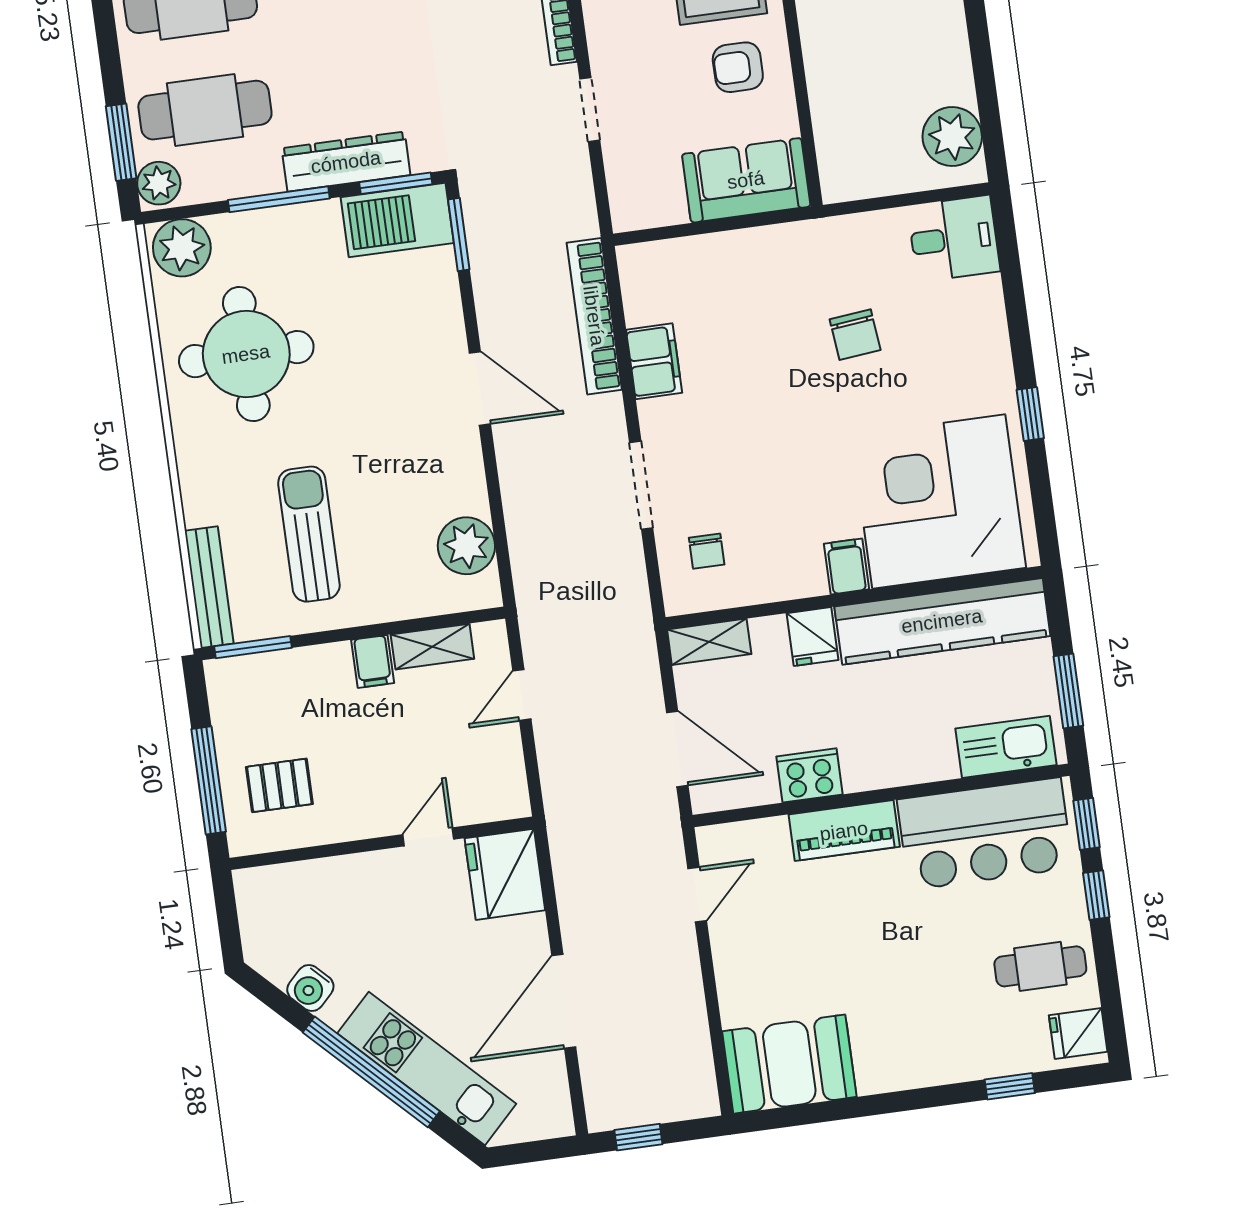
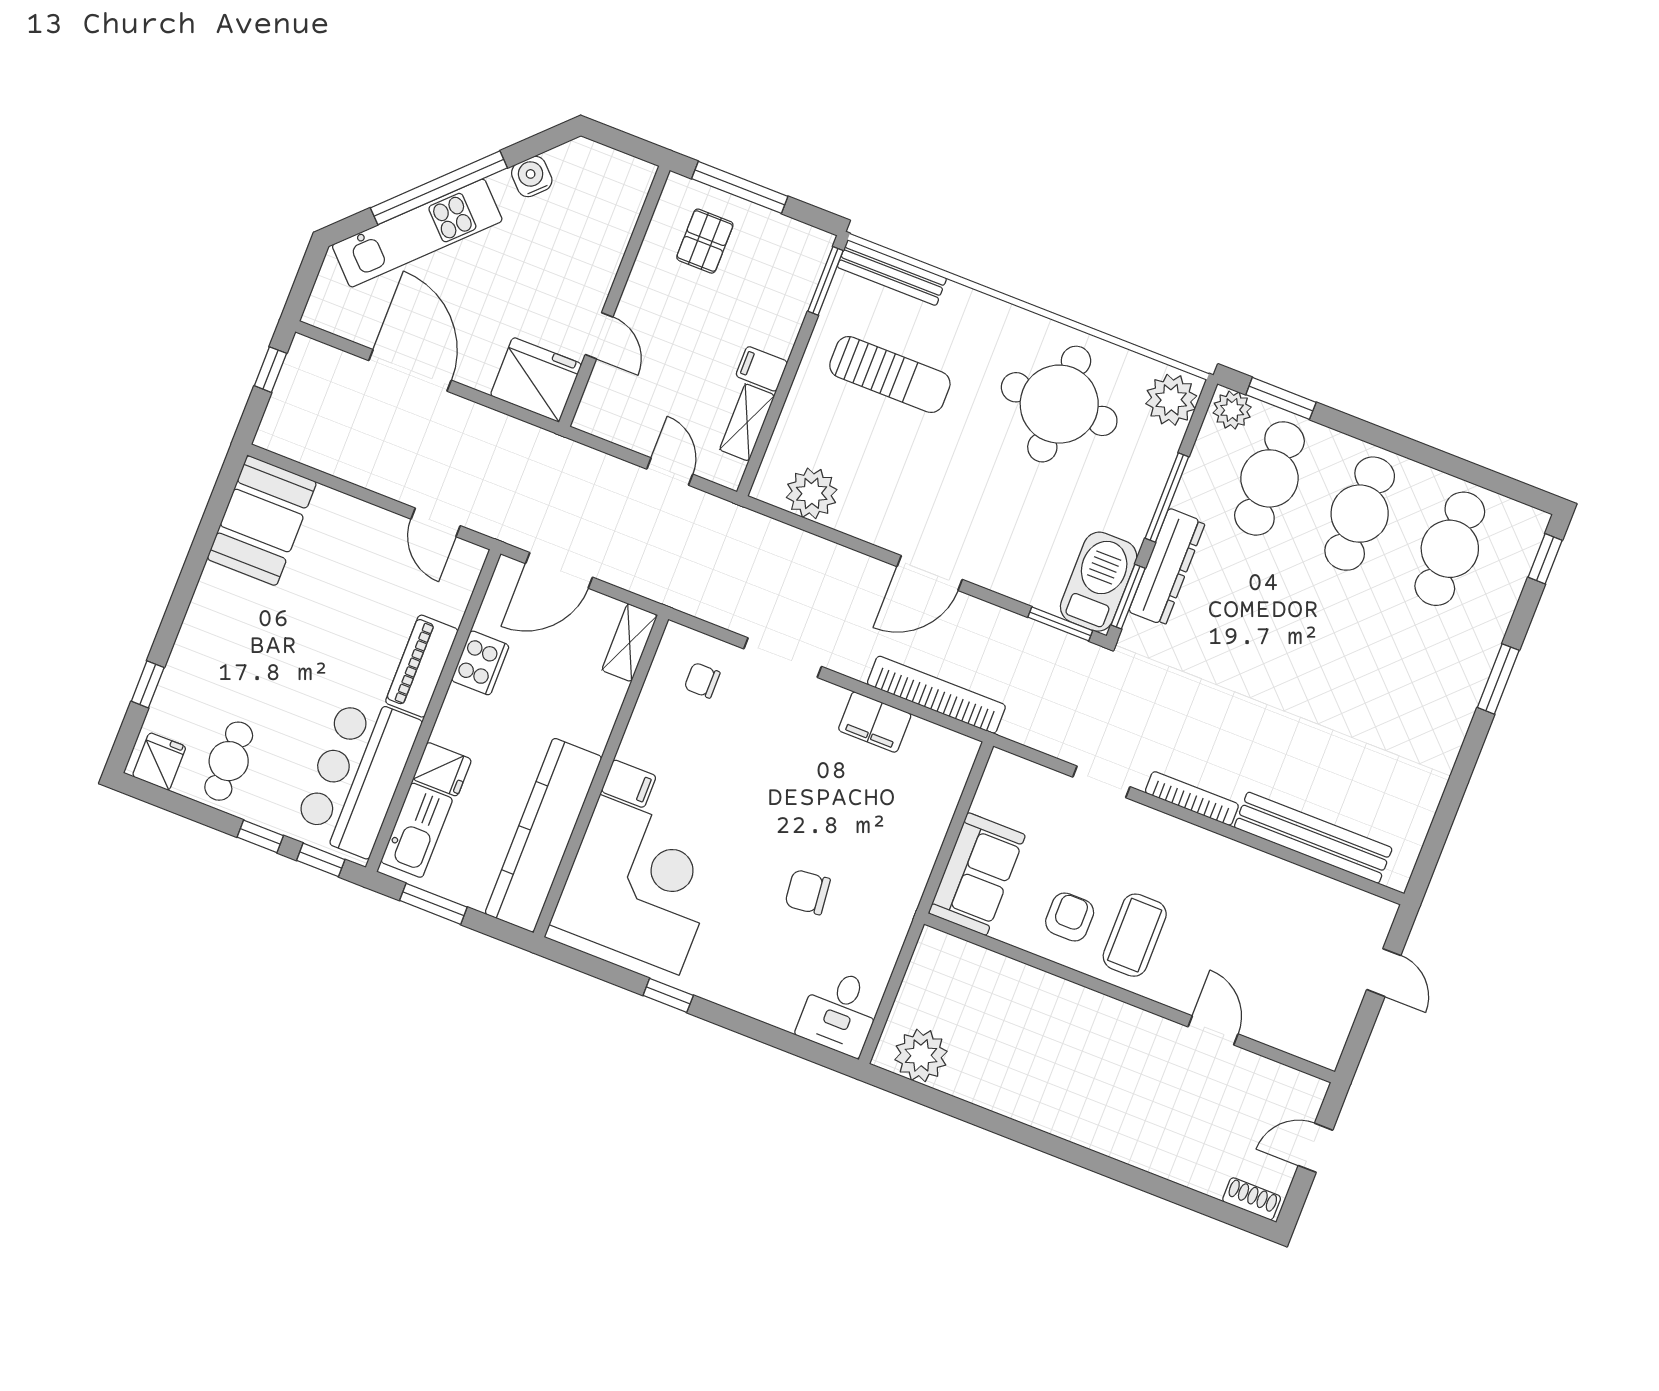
fridge: (812, 637) -> (442, 769), moved, turned 180

